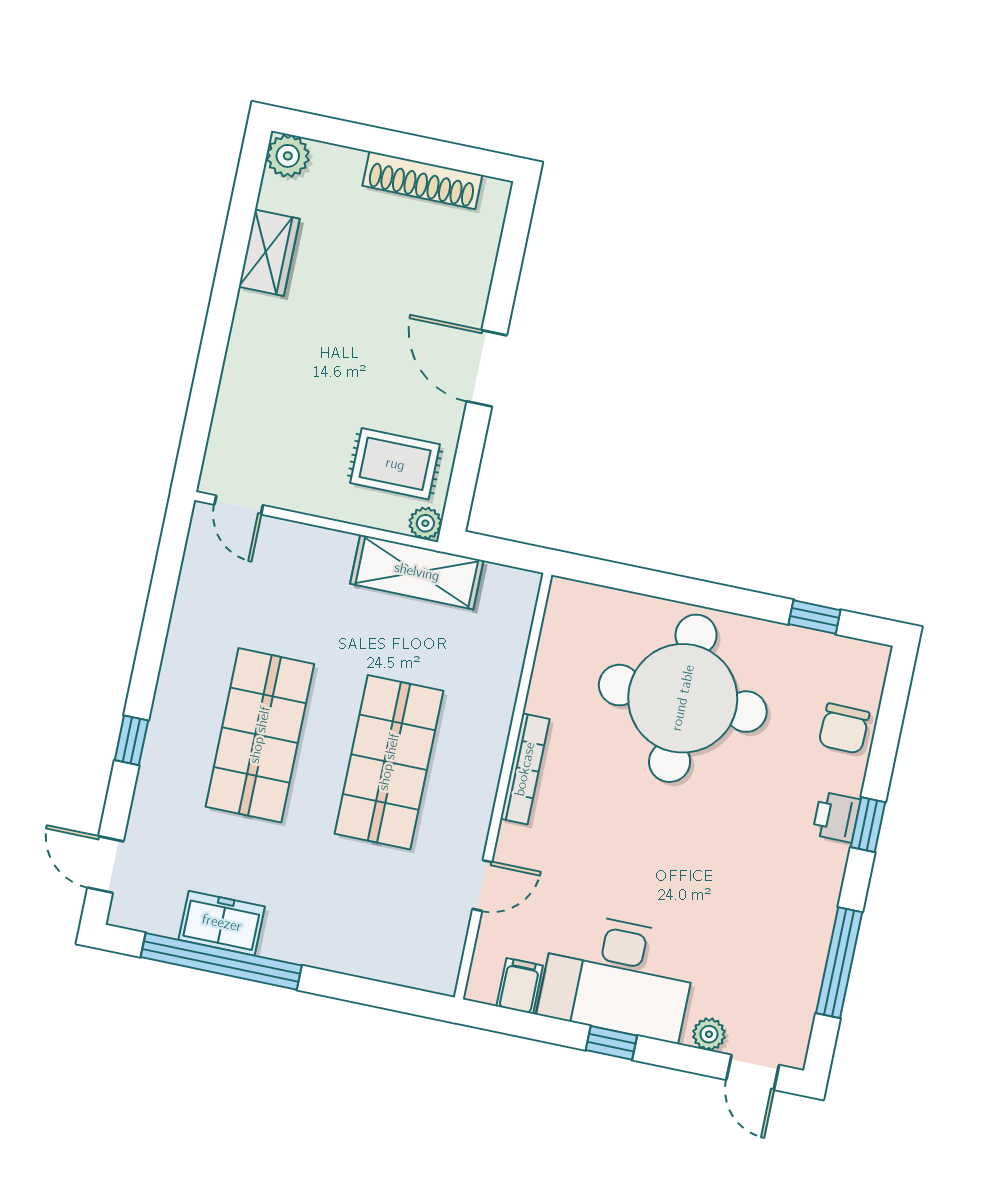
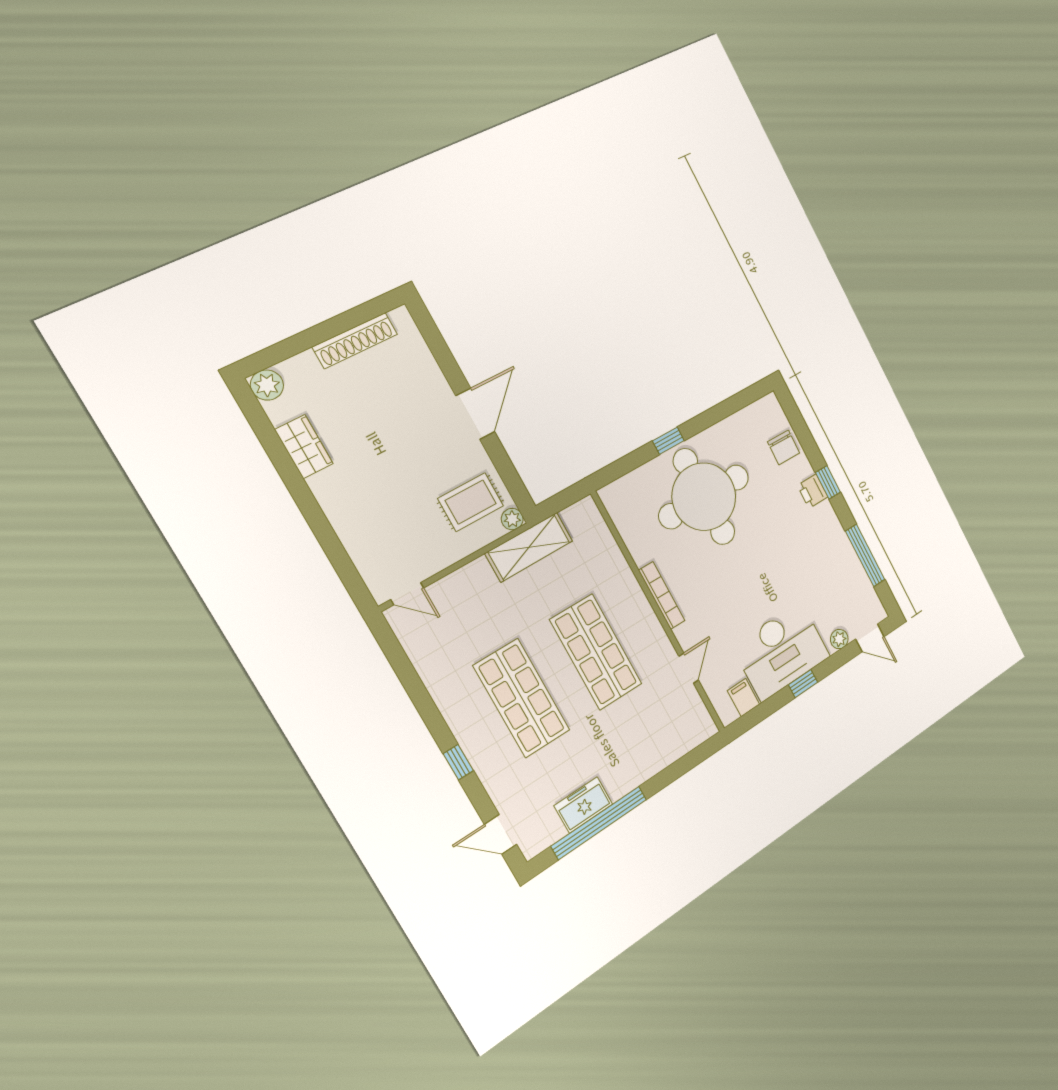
door: (487, 368) -> (475, 414), swing flipped
window: (815, 617) -> (668, 441), moved

